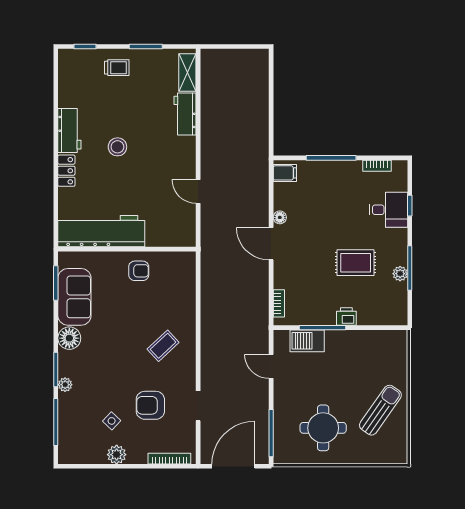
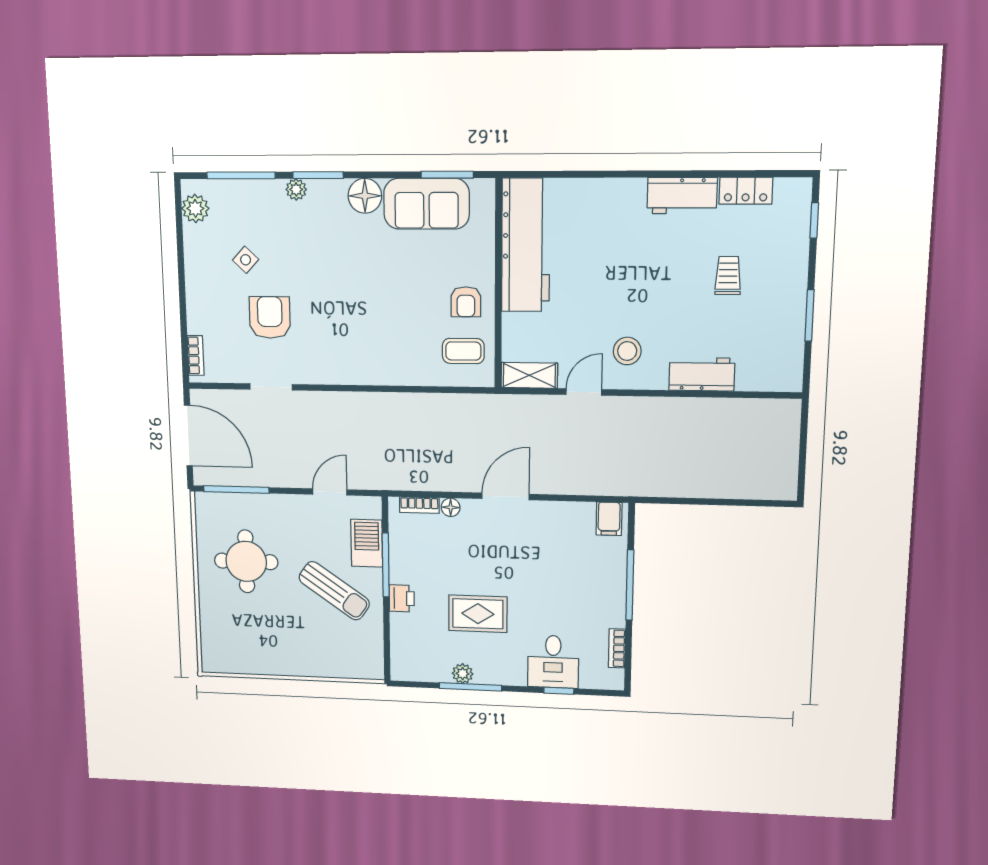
trolley: (117, 68) -> (728, 276), moved, turned 180
shelving: (187, 73) -> (529, 375), moved
stool: (117, 147) -> (627, 351), moved
locker: (66, 171) -> (746, 191), moved
floor lamp: (280, 217) -> (451, 507), moved
rug: (356, 263) -> (478, 614), turned 90
coffee table: (163, 346) -> (463, 351), moved, turned -47
sun lounger: (380, 410) -> (334, 591), moved
plant: (117, 455) -> (195, 208), moved
bookcase: (169, 459) -> (196, 355), width x0.64

